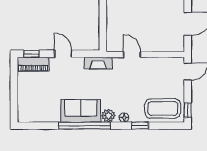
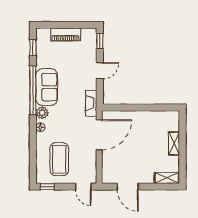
door: (132, 54) -> (99, 135), width x1.88
piano: (33, 64) -> (66, 34), moved, turned -90
coffee table: (163, 109) -> (59, 159), moved
window: (140, 126) -> (33, 48), moved

